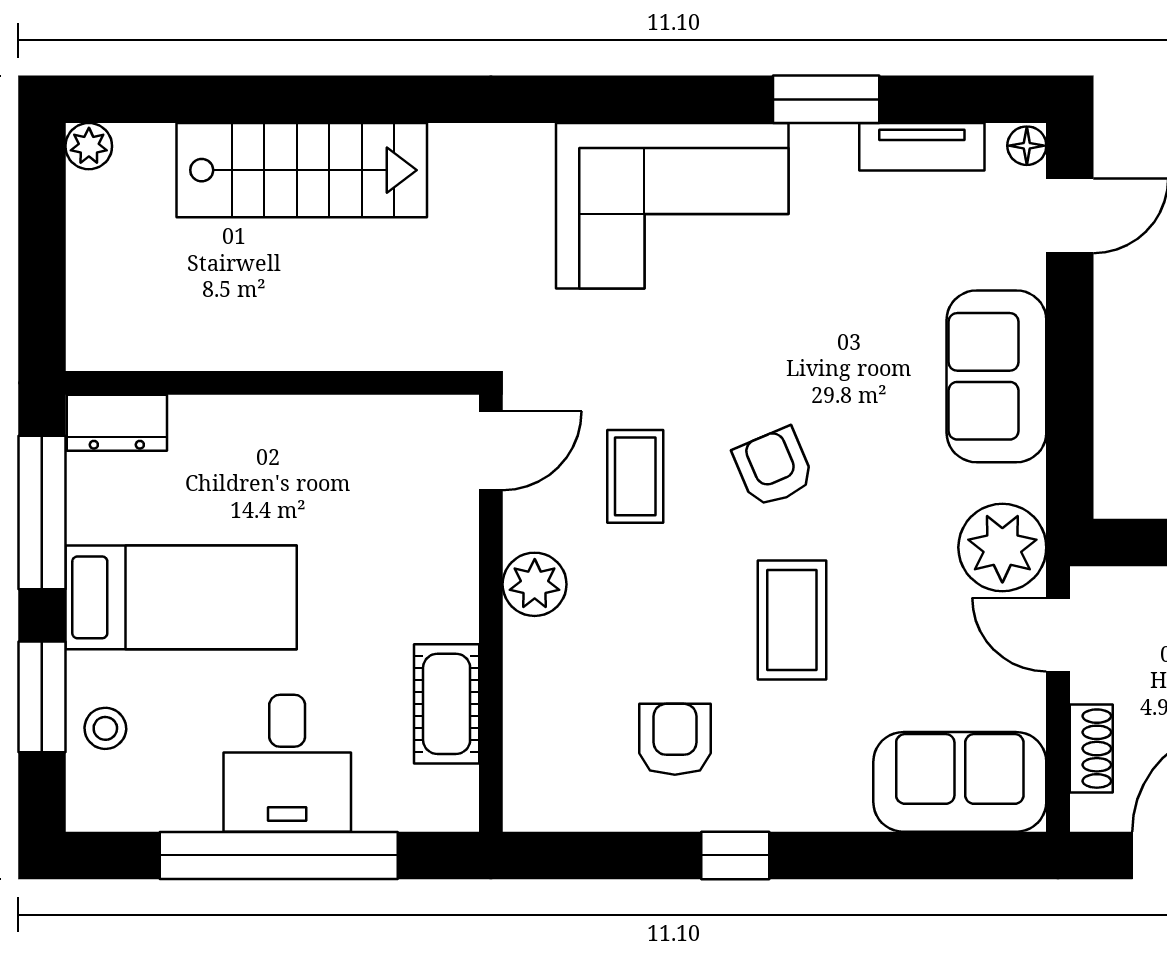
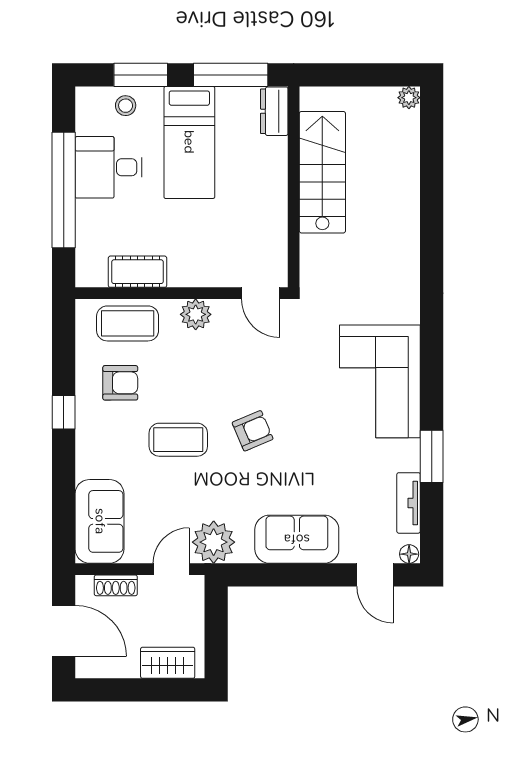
stairs: (302, 170) -> (322, 172), moved, turned 180
coffee table: (635, 476) -> (128, 323), moved, width x1.36, depth x1.30
desk: (287, 763) -> (109, 167), moved

